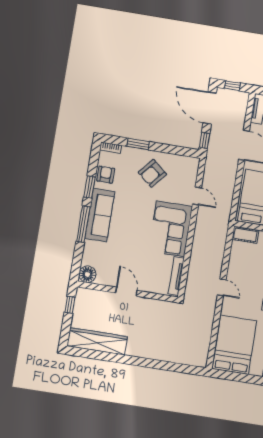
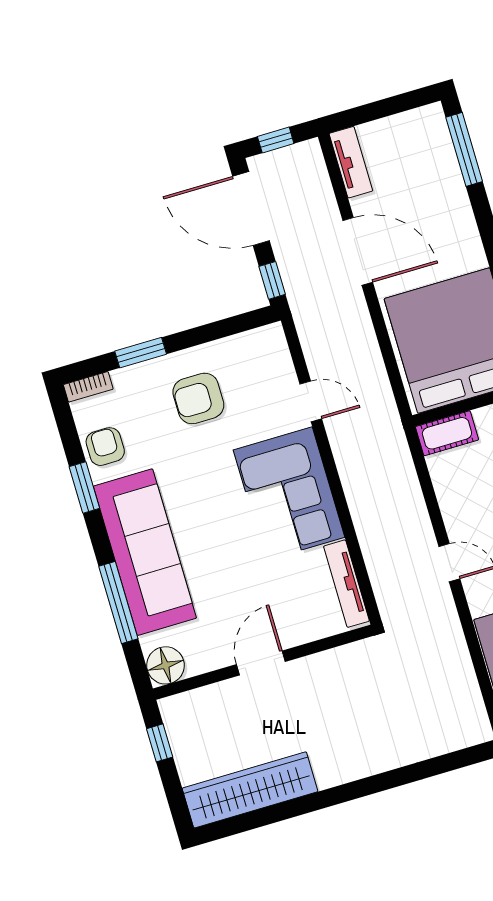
armchair: (152, 173) -> (198, 398), turned 50
sofa: (100, 215) -> (145, 552), width x1.36, depth x1.27
window: (83, 224) -> (118, 602), moved
door: (126, 292) -> (261, 663), hinge flipped

